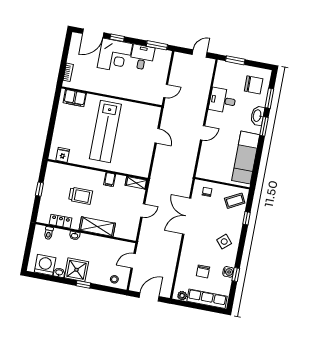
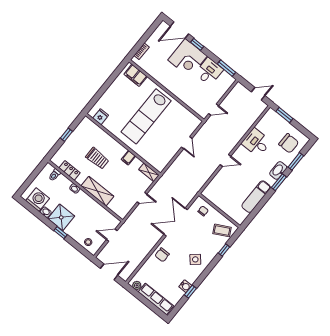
exam couch: (246, 158) -> (256, 197), width x0.73, depth x0.69
chair: (203, 271) -> (162, 255), moved

